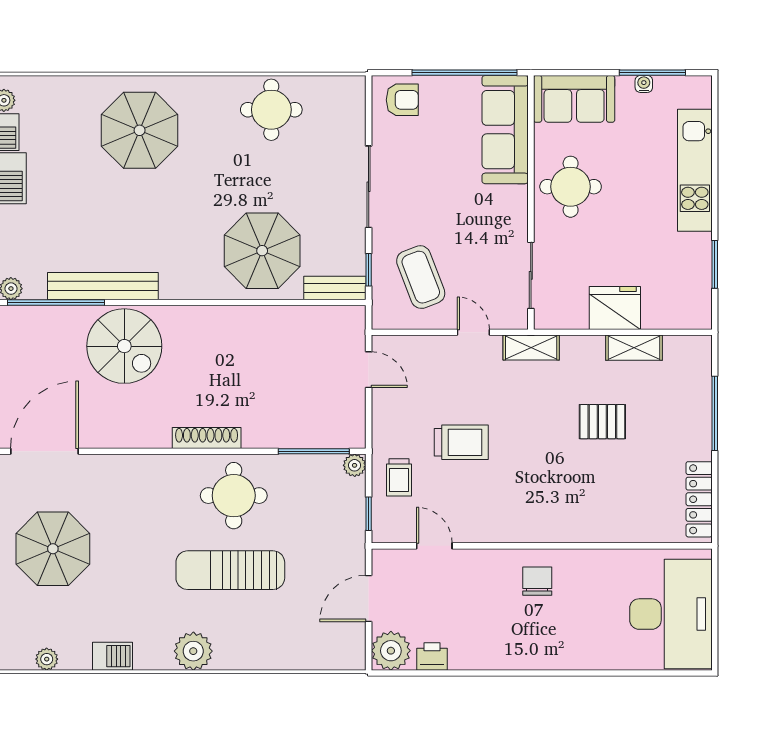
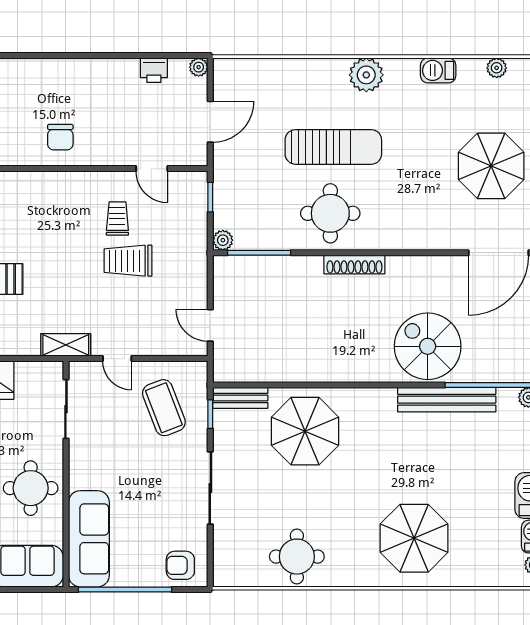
trolley: (399, 477) -> (117, 218), moved
plant: (391, 651) -> (199, 67), width x0.53, depth x0.53

